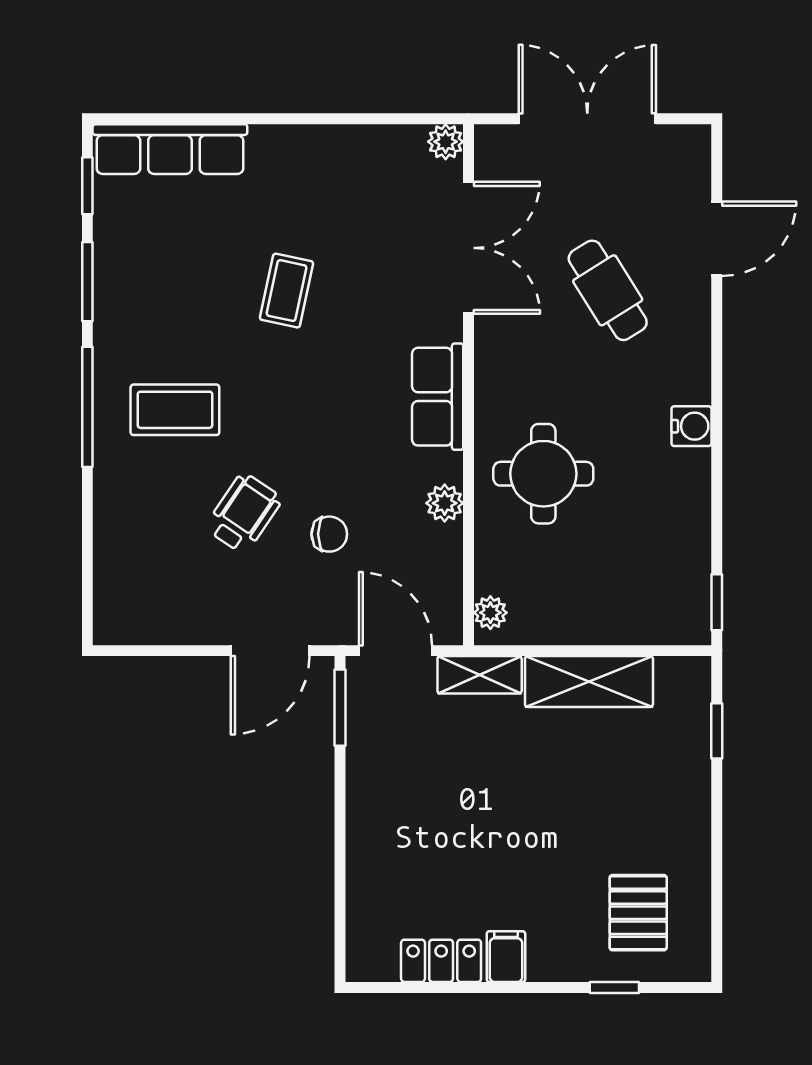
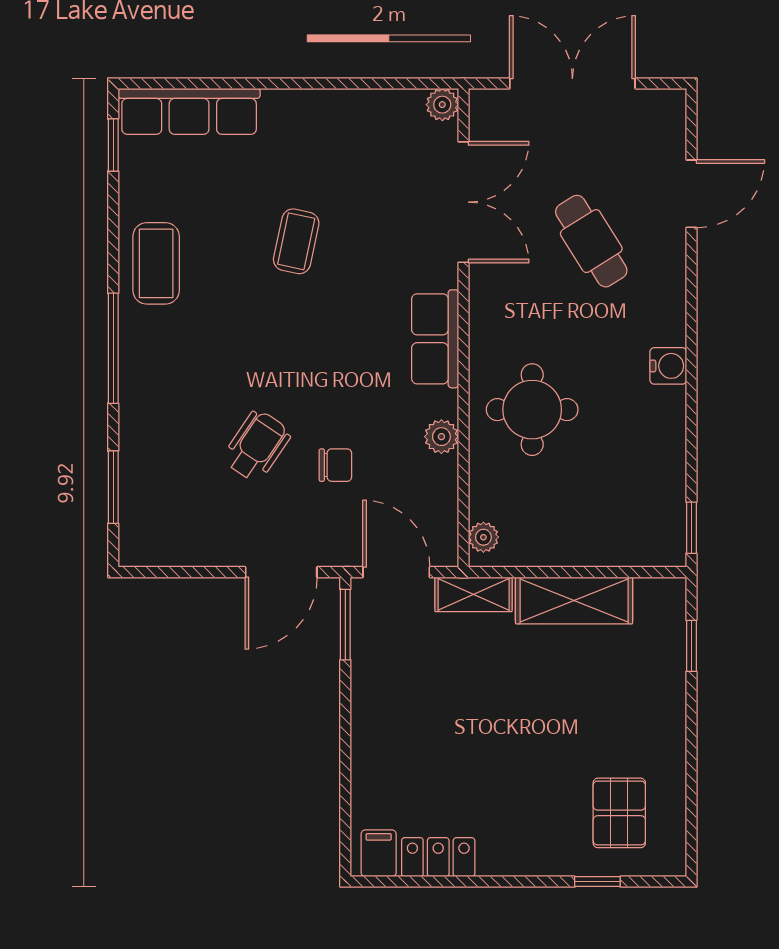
window: (87, 282) -> (113, 487), moved
coffee table: (175, 410) -> (156, 263), moved, turned 90
filing cabinet: (506, 957) -> (379, 853), moved

